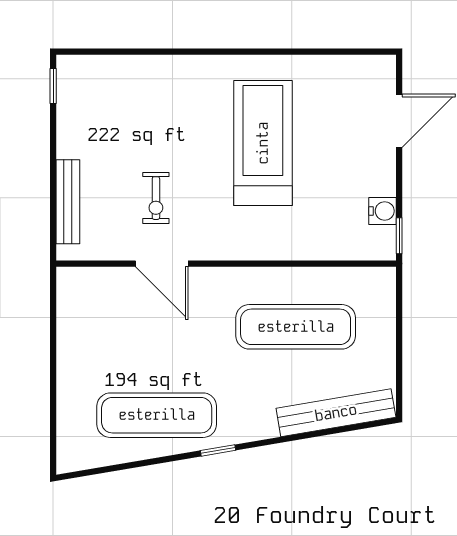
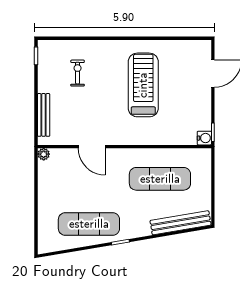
exercise bike: (156, 198) -> (78, 73), moved, turned 180
water cooler: (383, 211) -> (204, 138), moved
plant: (68, 278) -> (44, 154), added

